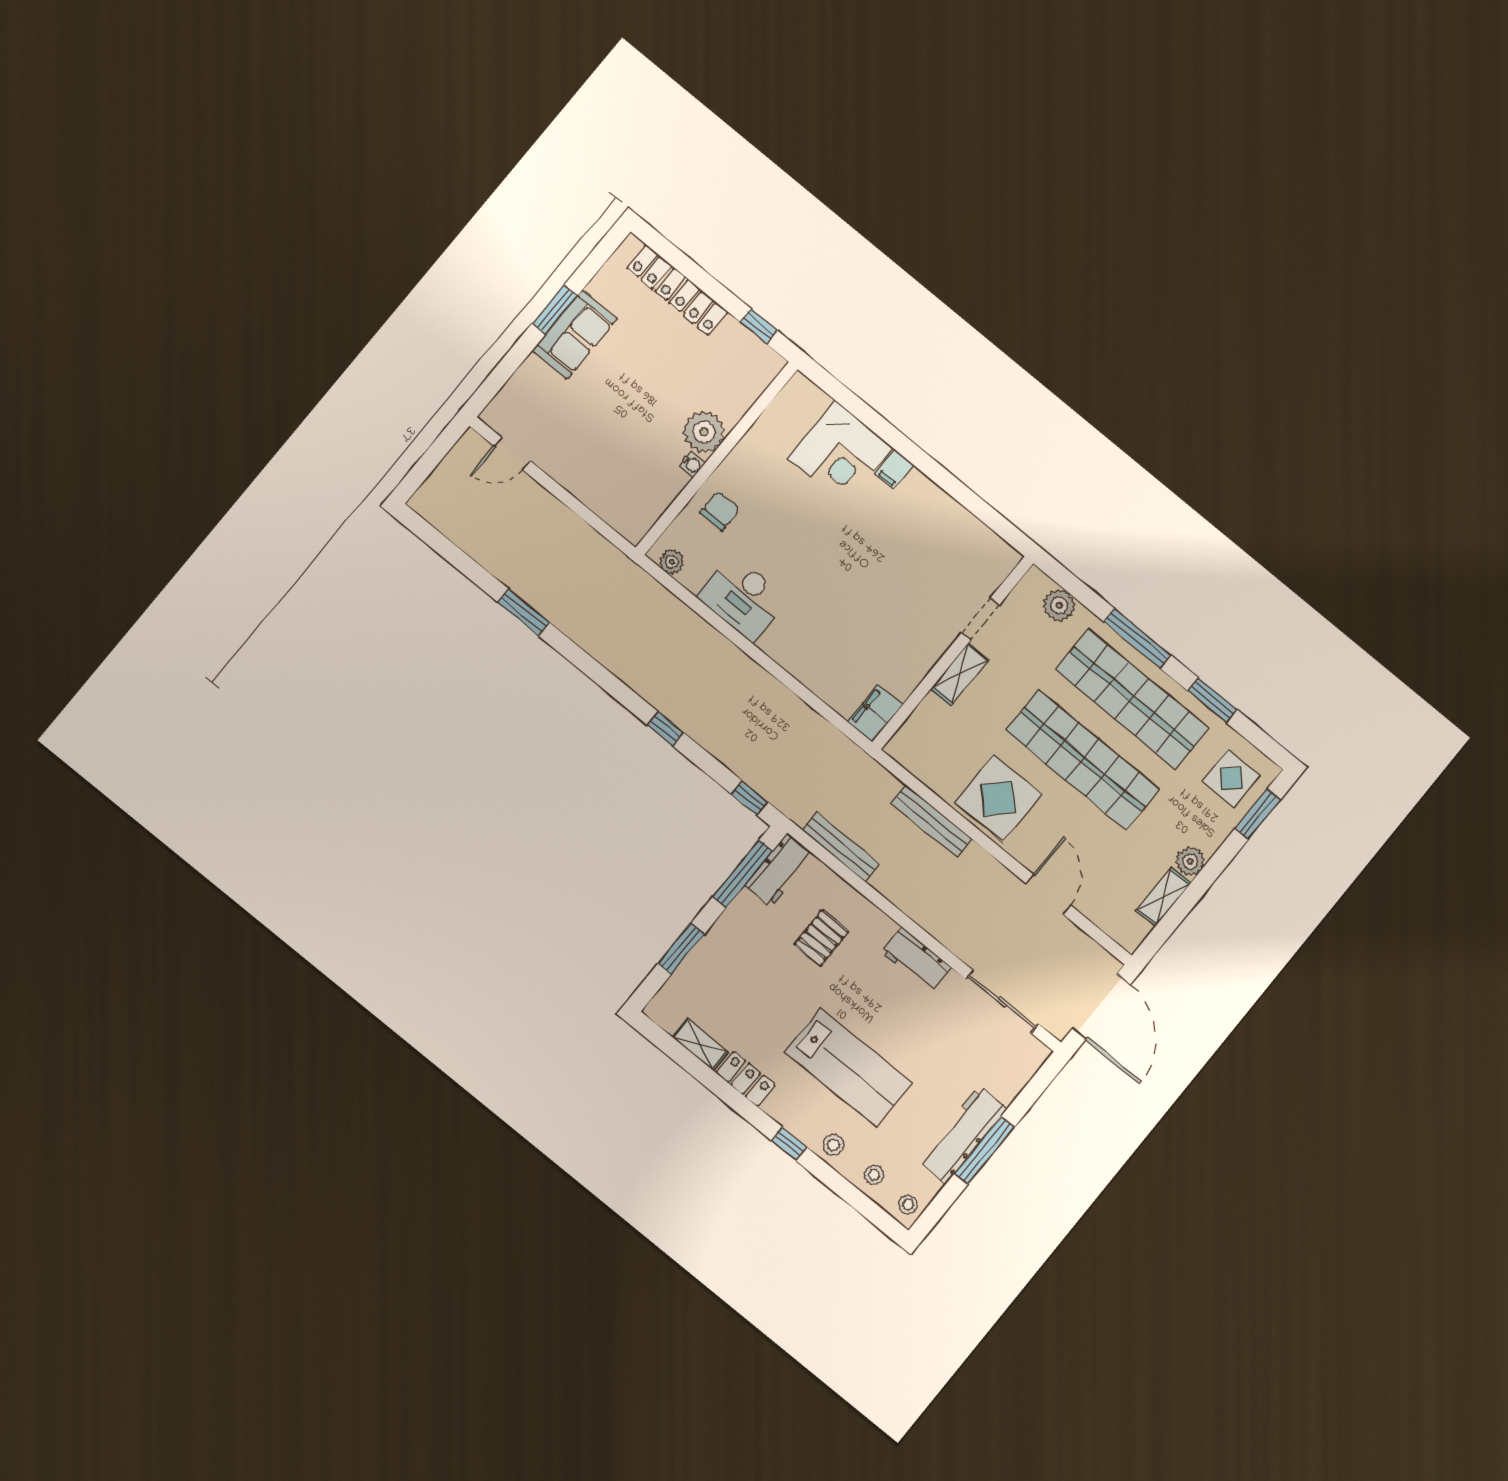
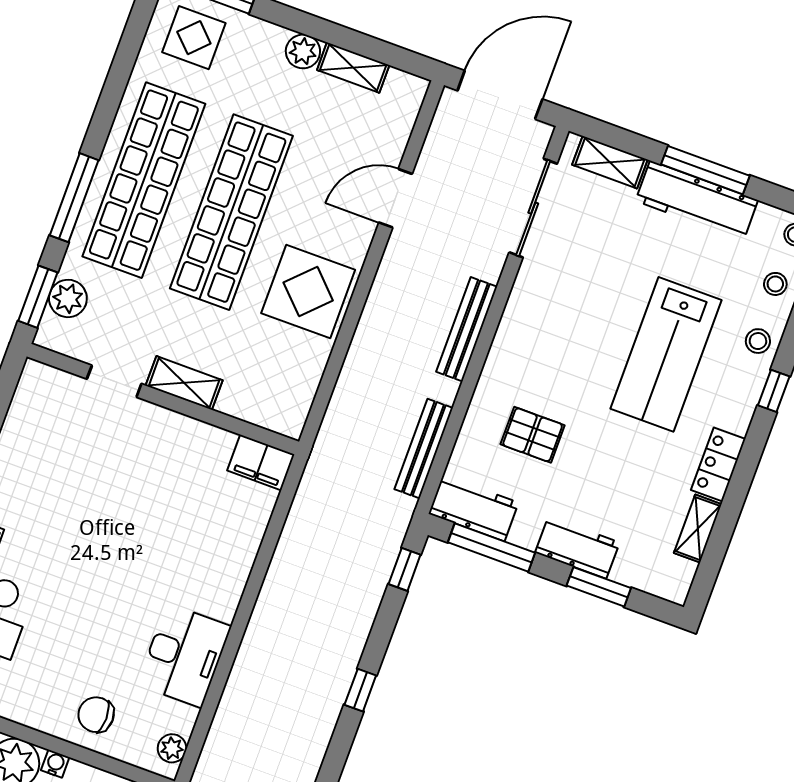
window: (1212, 700) -> (38, 297), moved
bench: (932, 821) -> (467, 329), moved
workbench: (916, 960) -> (577, 548), moved, turned -90
lab bench: (848, 1067) -> (666, 354), turned 180
shelving: (1017, 1076) -> (610, 162), added

